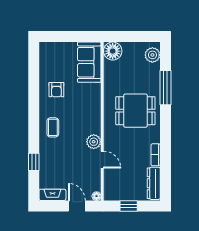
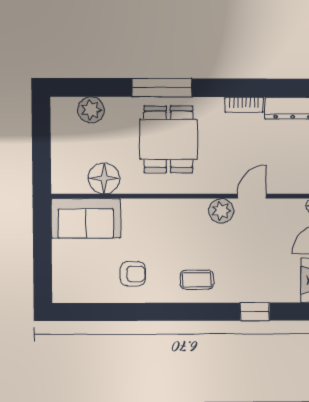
floor lamp: (113, 51) -> (104, 178), moved
plant: (152, 55) -> (91, 110), moved
window: (165, 88) -> (162, 88), moved

